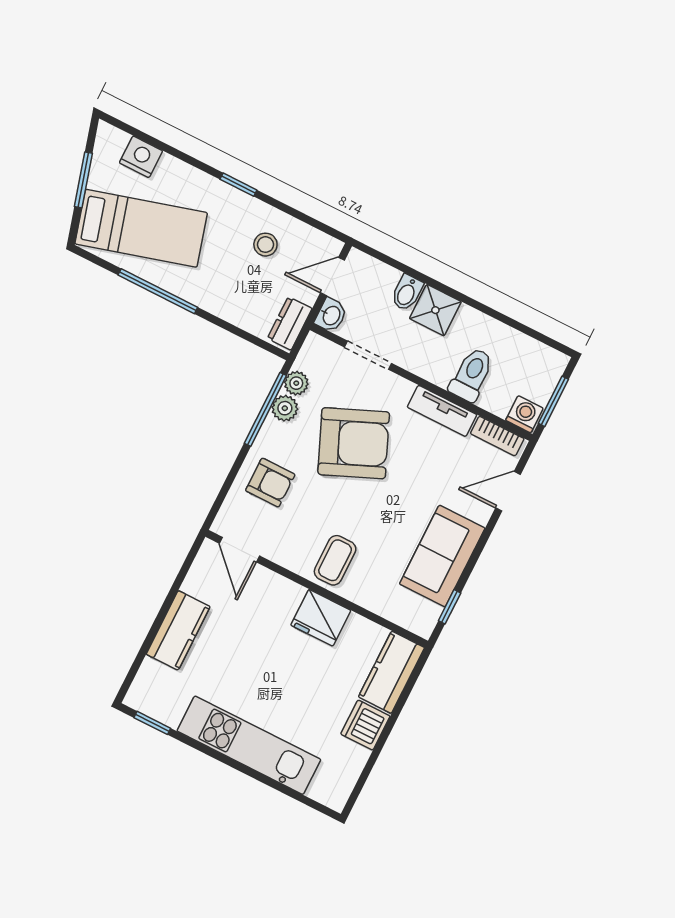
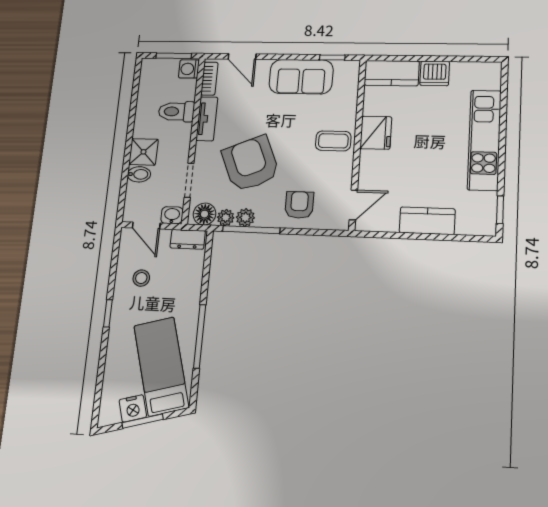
nightstand: (141, 157) -> (133, 408), moved, turned -106
floor lamp: (313, 358) -> (205, 214), added

